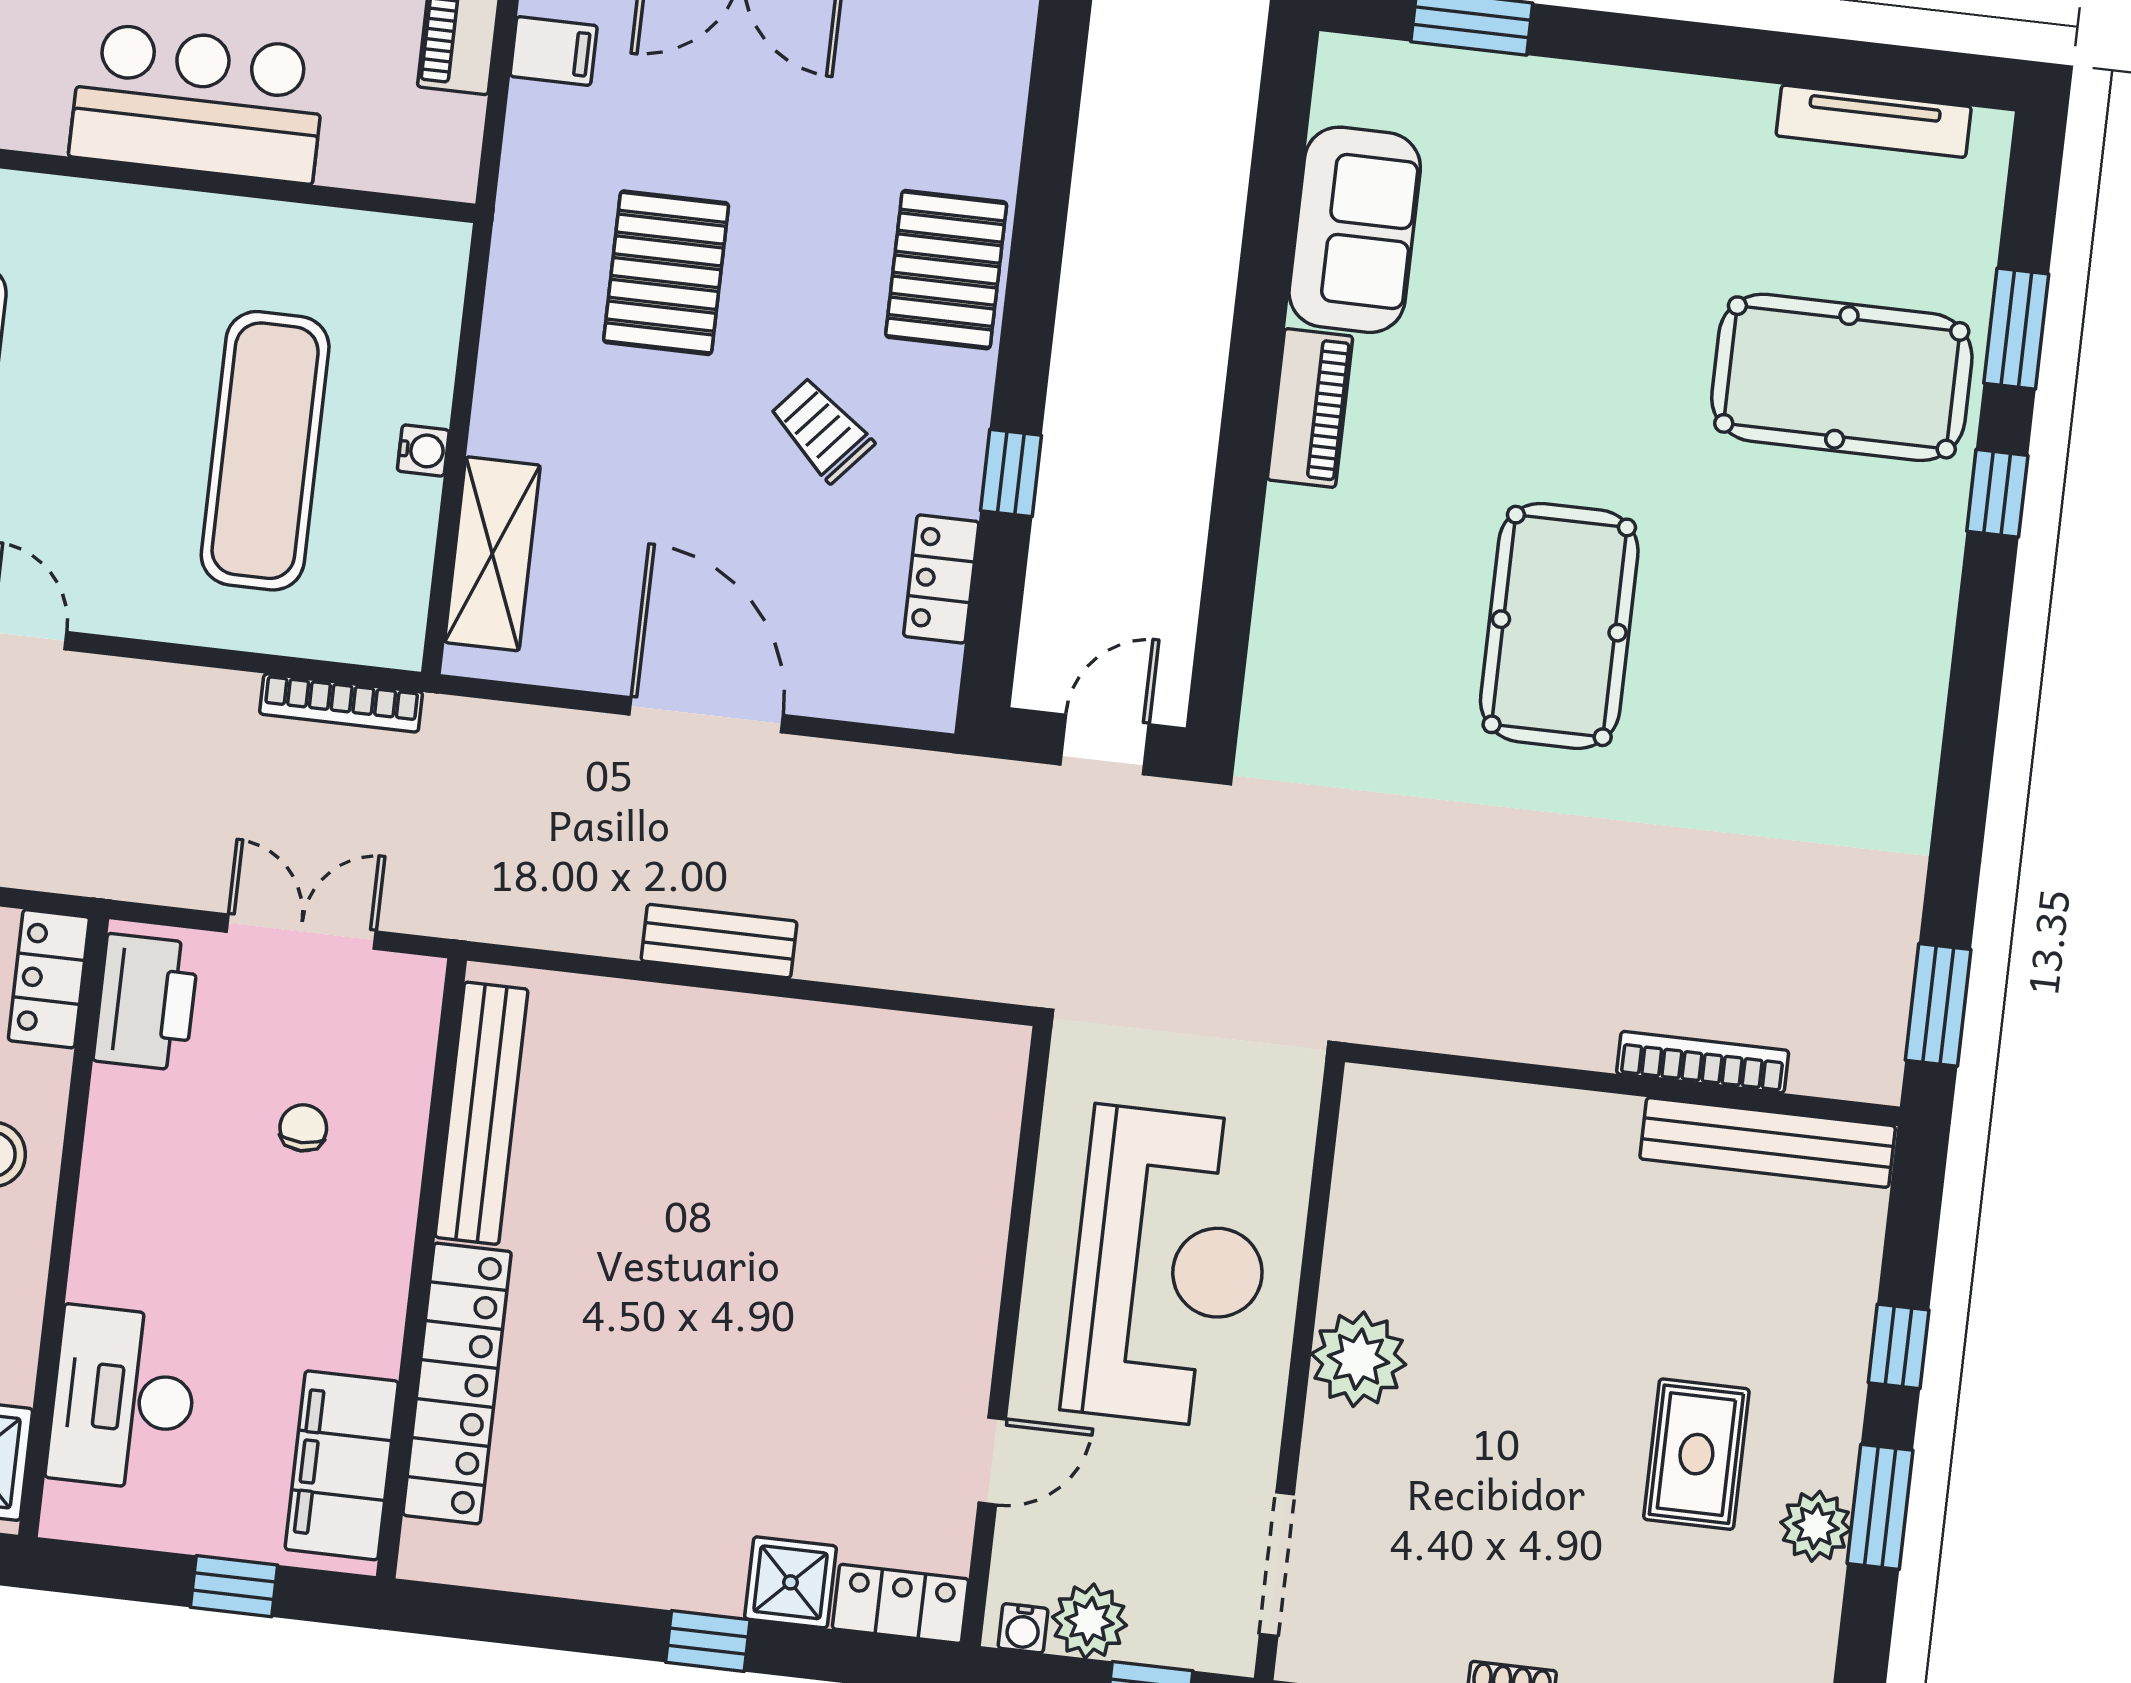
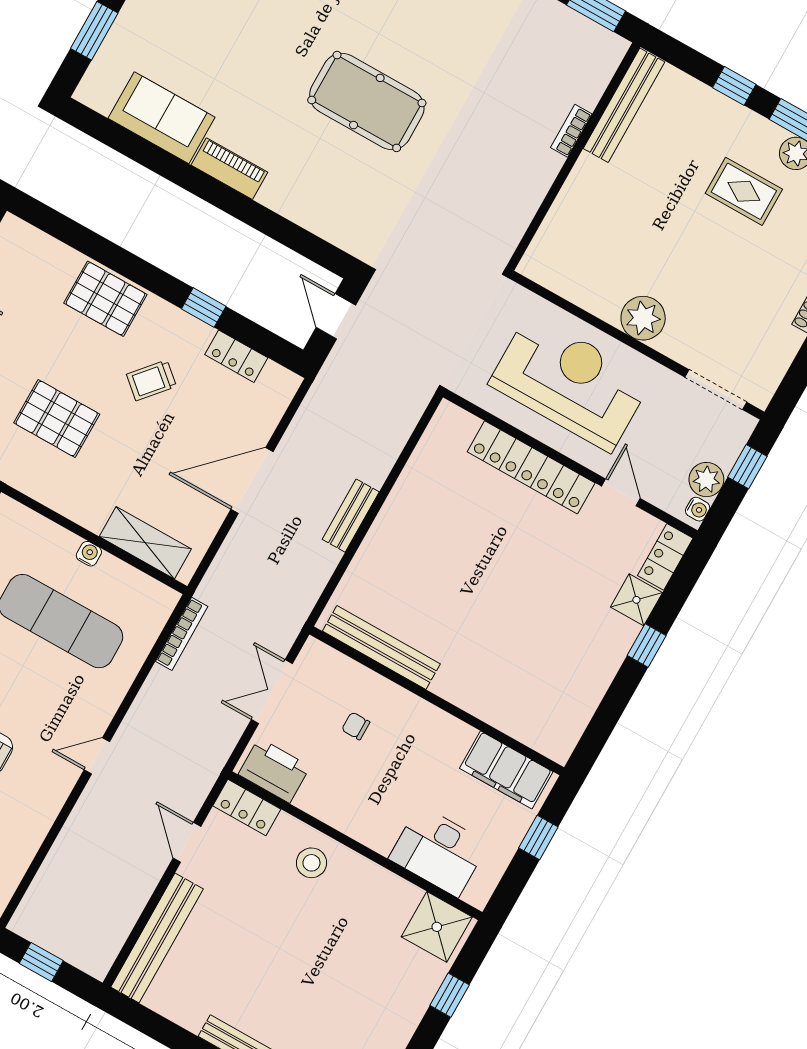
bookcase: (1703, 1062) -> (571, 131), width x0.64
locker: (457, 1383) -> (531, 467), moved, turned 180

